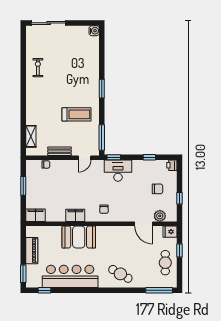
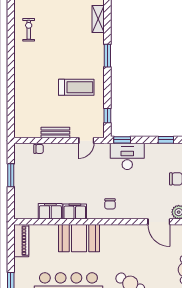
shelving: (31, 136) -> (98, 19), moved
window: (102, 137) -> (107, 116), width x0.46
filing cabinet: (36, 215) -> (50, 211), moved
piano: (32, 251) -> (21, 241), moved

